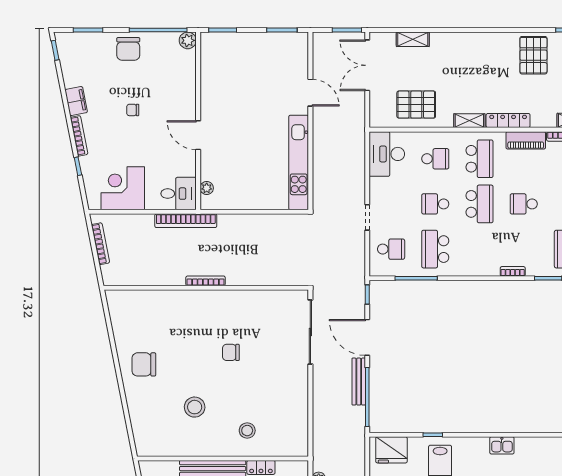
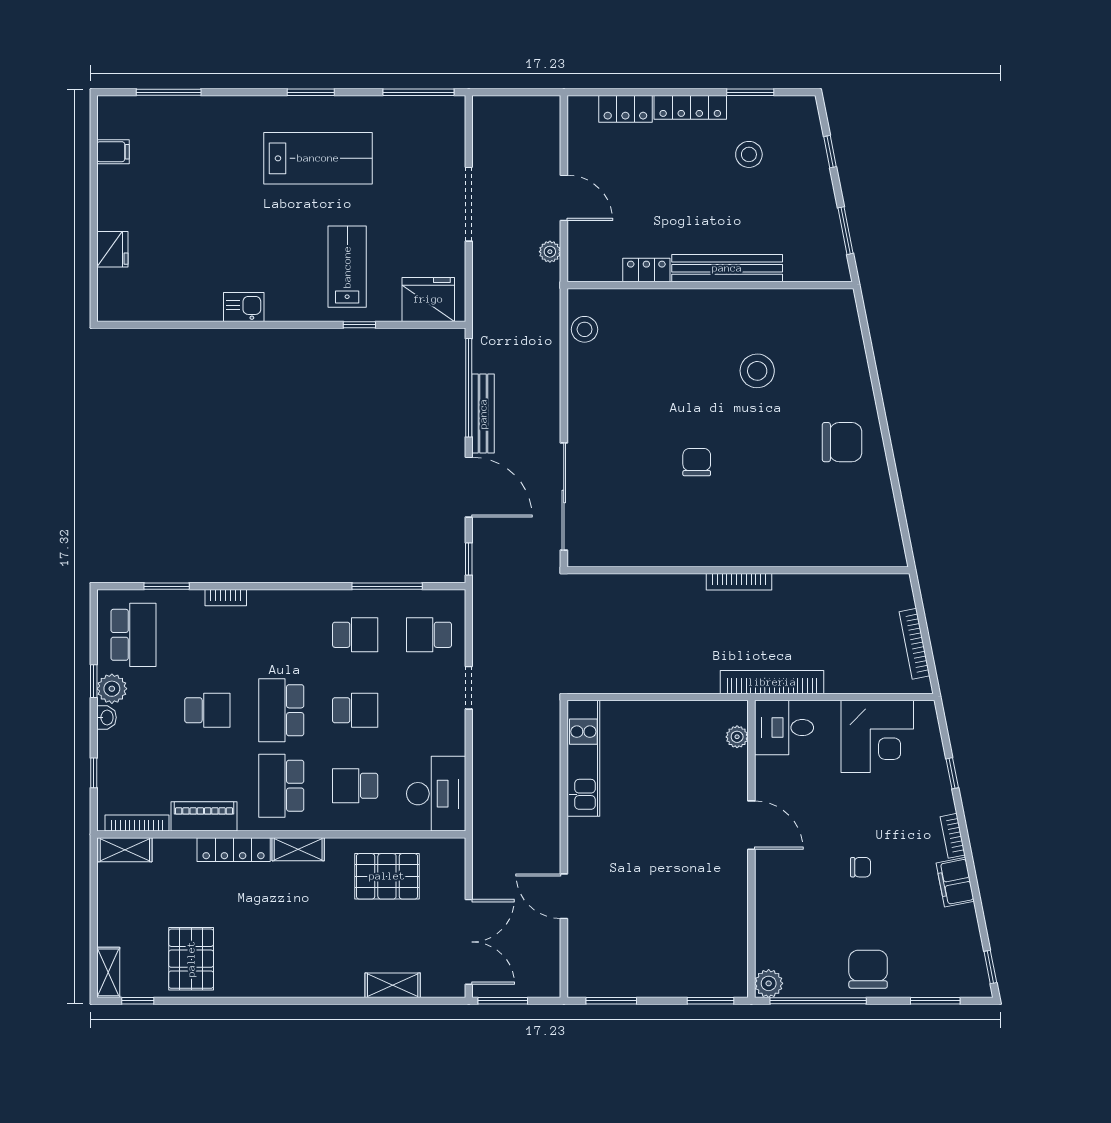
bookcase: (79, 136) -> (953, 836), width x0.64
kitchen unit: (299, 163) -> (583, 758), width x0.73
school desk: (435, 249) -> (355, 635), width x0.54
chair: (231, 352) -> (697, 462), turned -90
stool: (247, 431) -> (585, 329), moved

